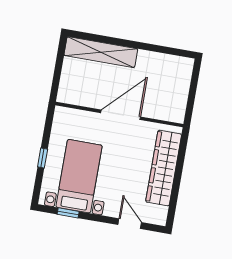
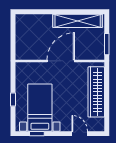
shelving: (101, 52) -> (78, 21), moved
window: (191, 102) -> (107, 44), added

